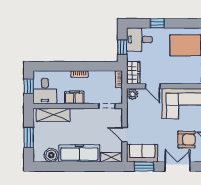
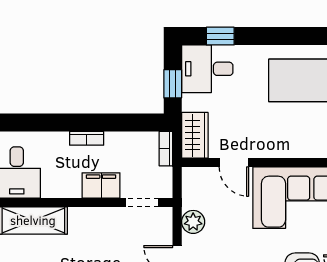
window: (157, 23) -> (220, 36), moved
plant: (132, 94) -> (193, 222), moved
filing cabinet: (74, 97) -> (101, 185), moved

